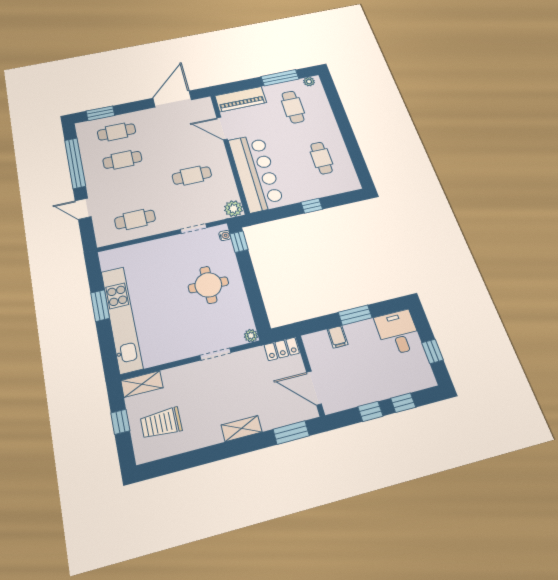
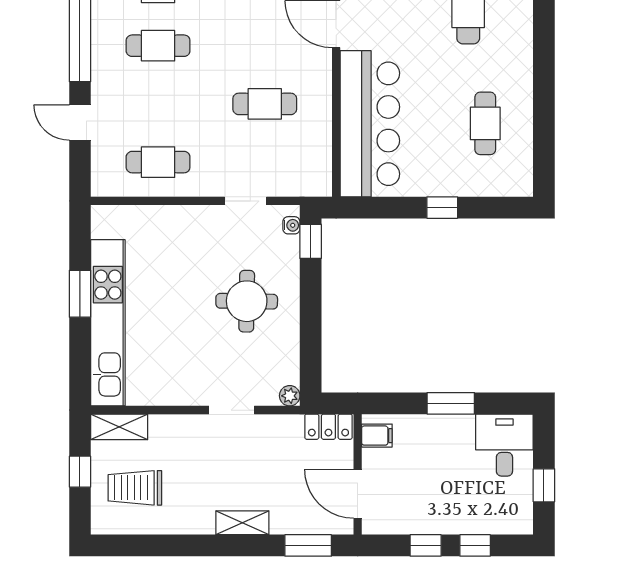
plant: (233, 209) -> (317, 181), removed
filing cabinet: (338, 337) -> (377, 436), moved, turned -90

